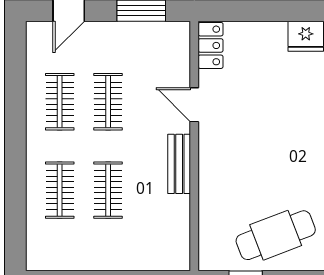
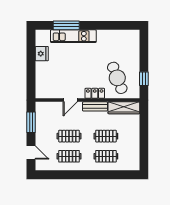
locker: (211, 45) -> (95, 93), moved
wardrobe: (176, 233) -> (124, 108), added
cafe table: (276, 235) -> (117, 78), moved

